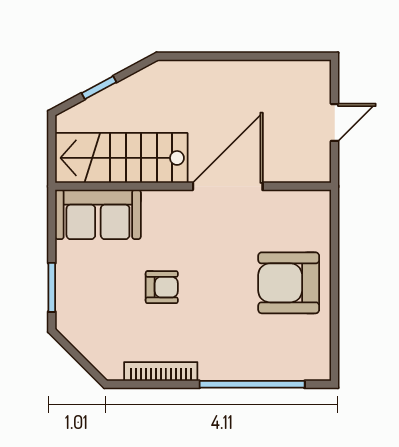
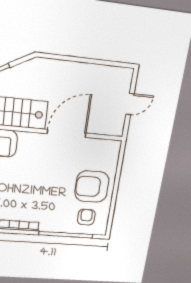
armchair: (162, 287) -> (86, 217), moved, turned -90

